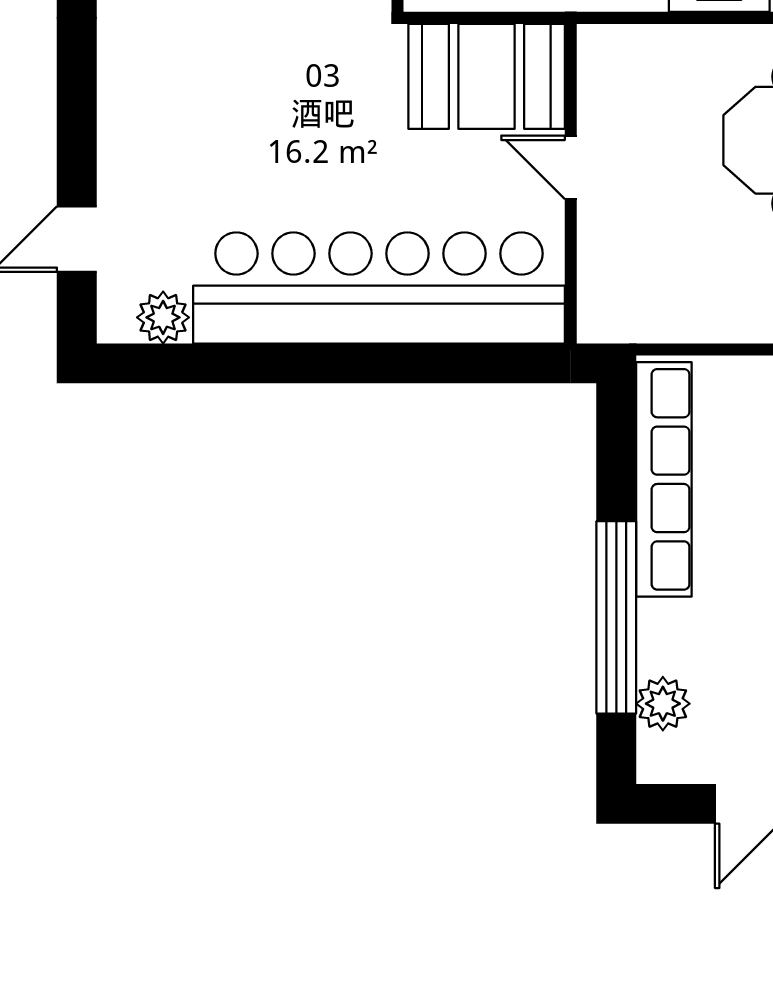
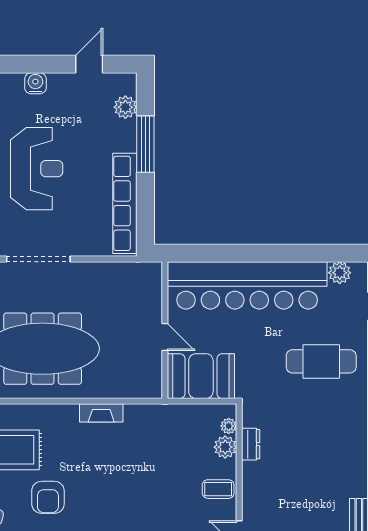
cafe table: (206, 111) -> (321, 361), added
window: (616, 617) -> (145, 144), width x0.68

